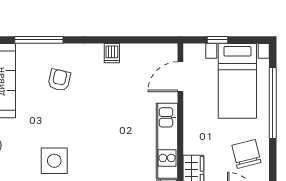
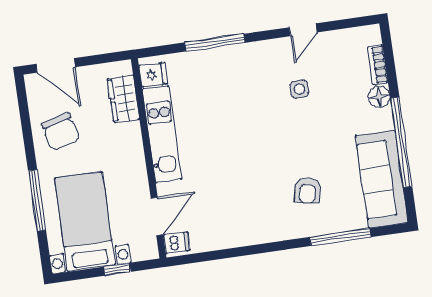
dishwasher: (112, 53) -> (177, 243), moved, turned 90
window: (273, 103) -> (37, 200), width x0.68
side table: (54, 161) -> (299, 89), width x0.54, depth x0.54

